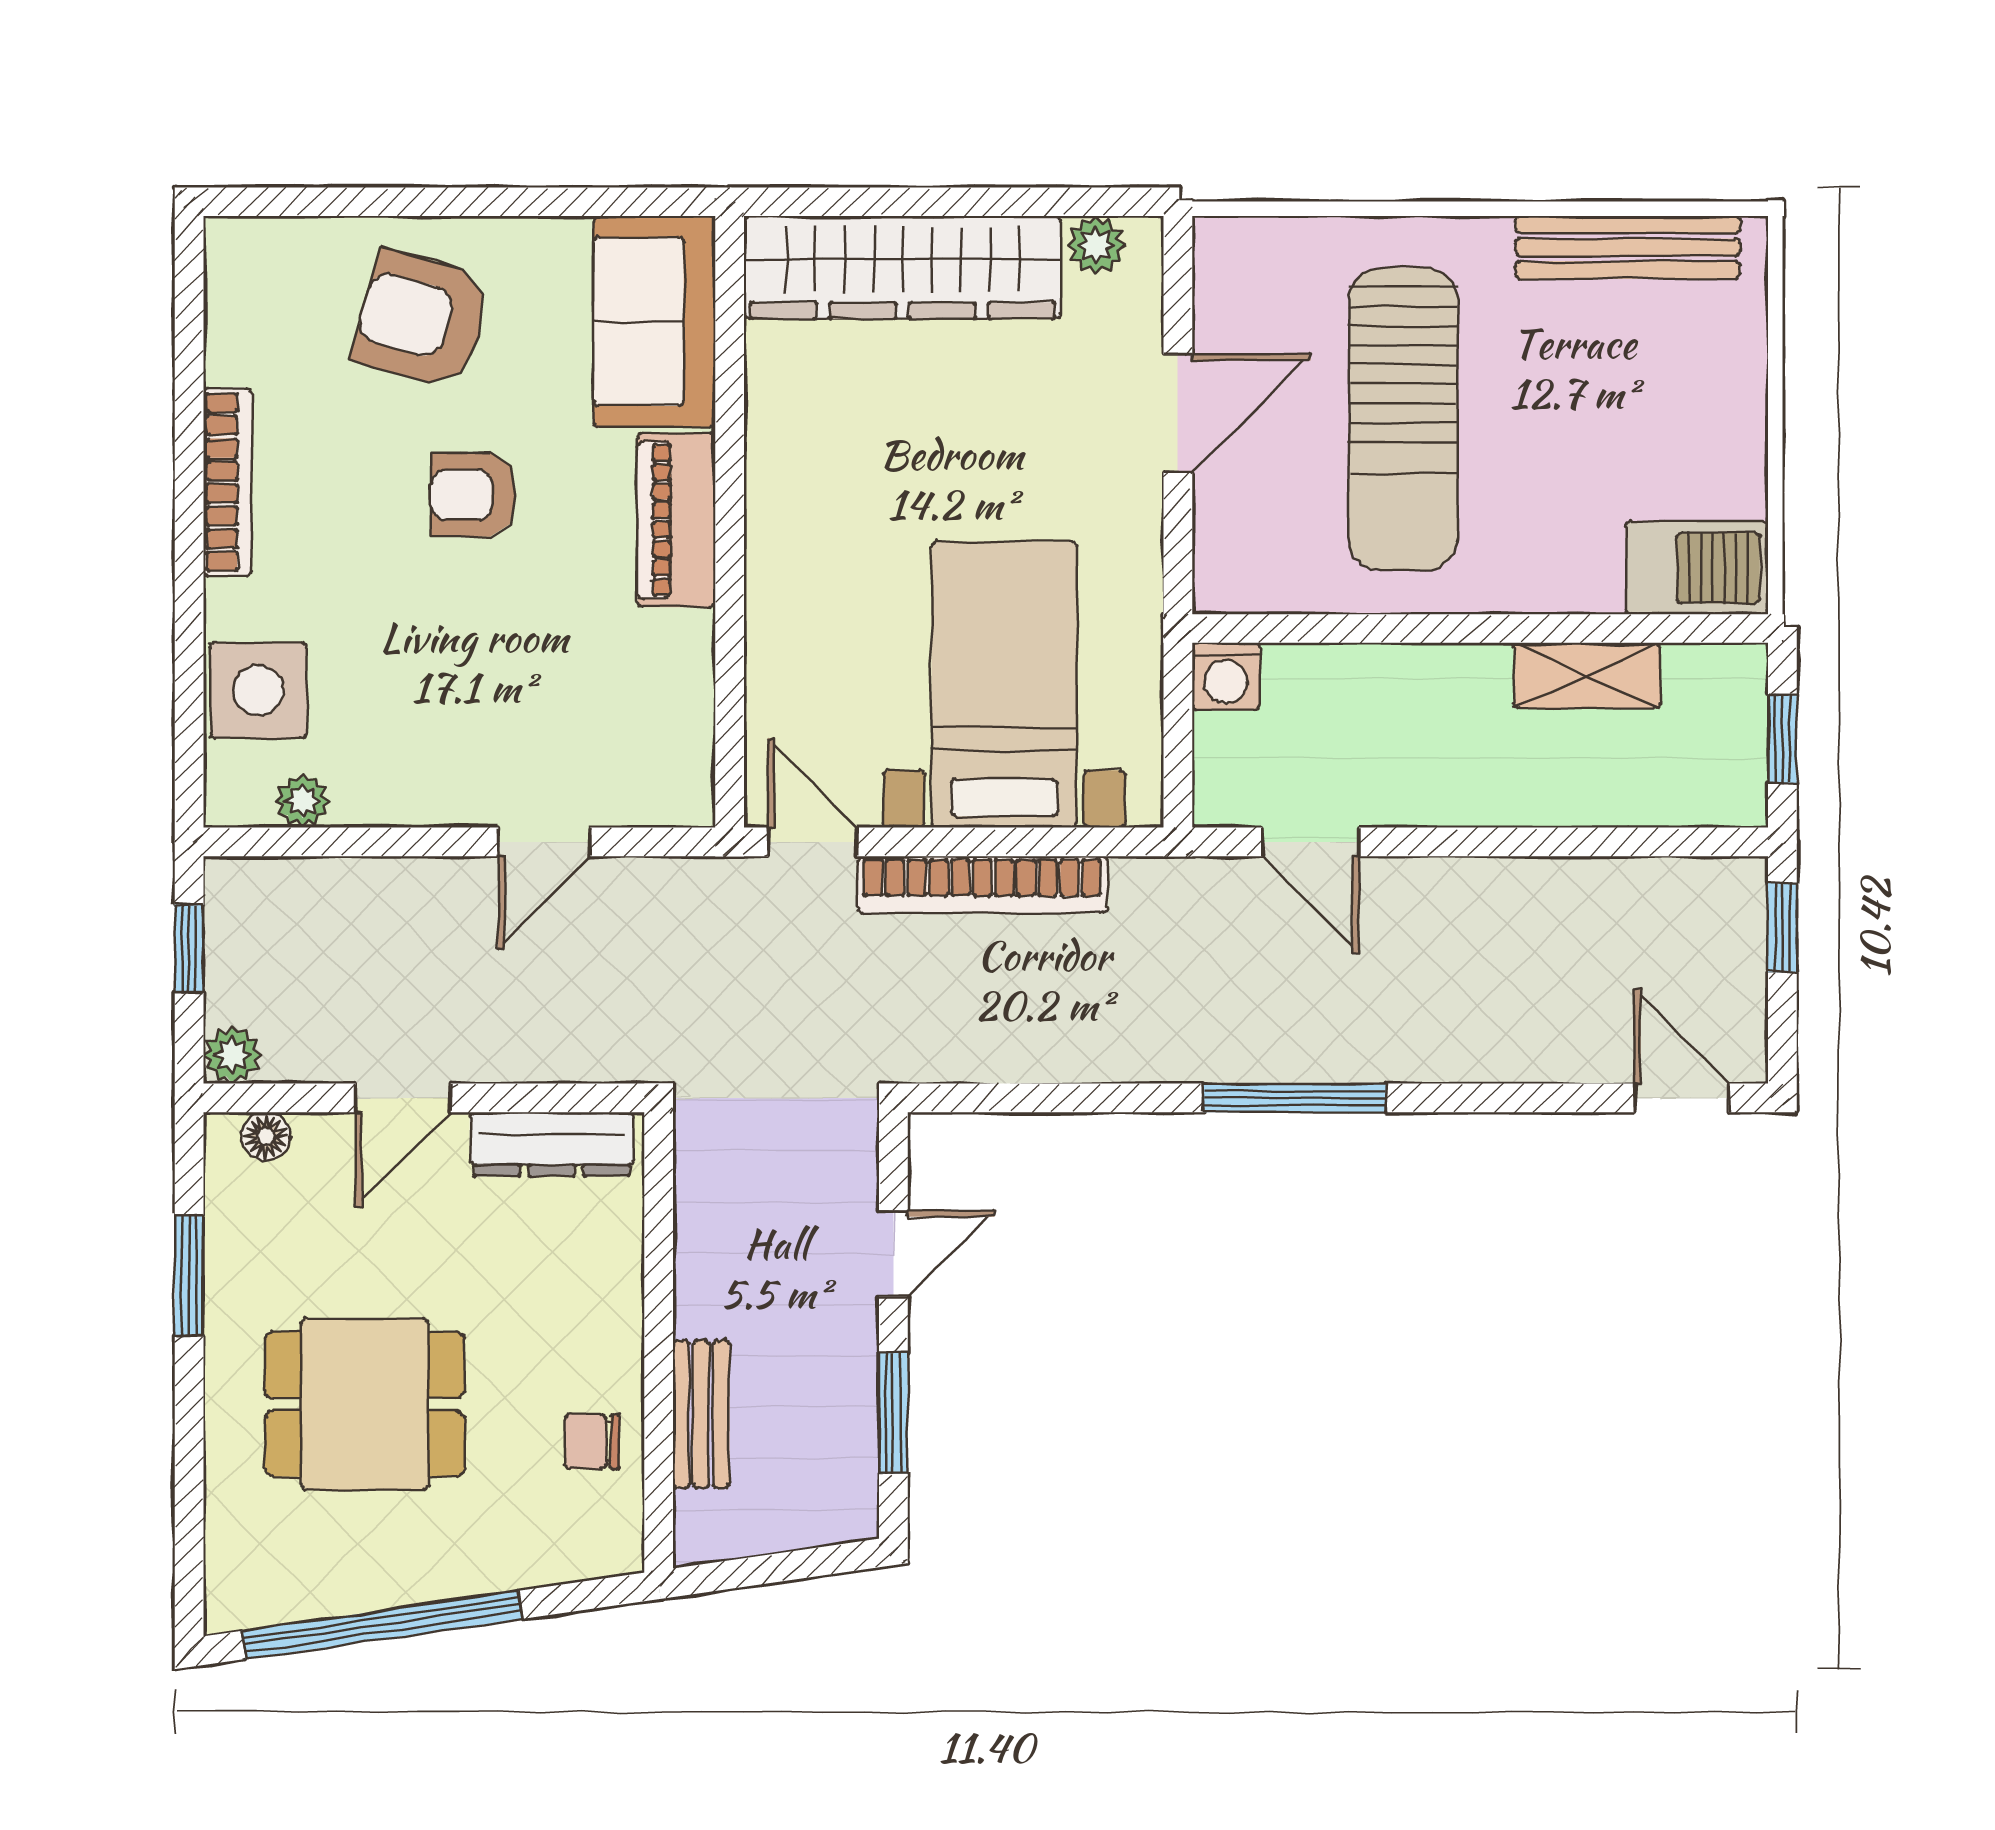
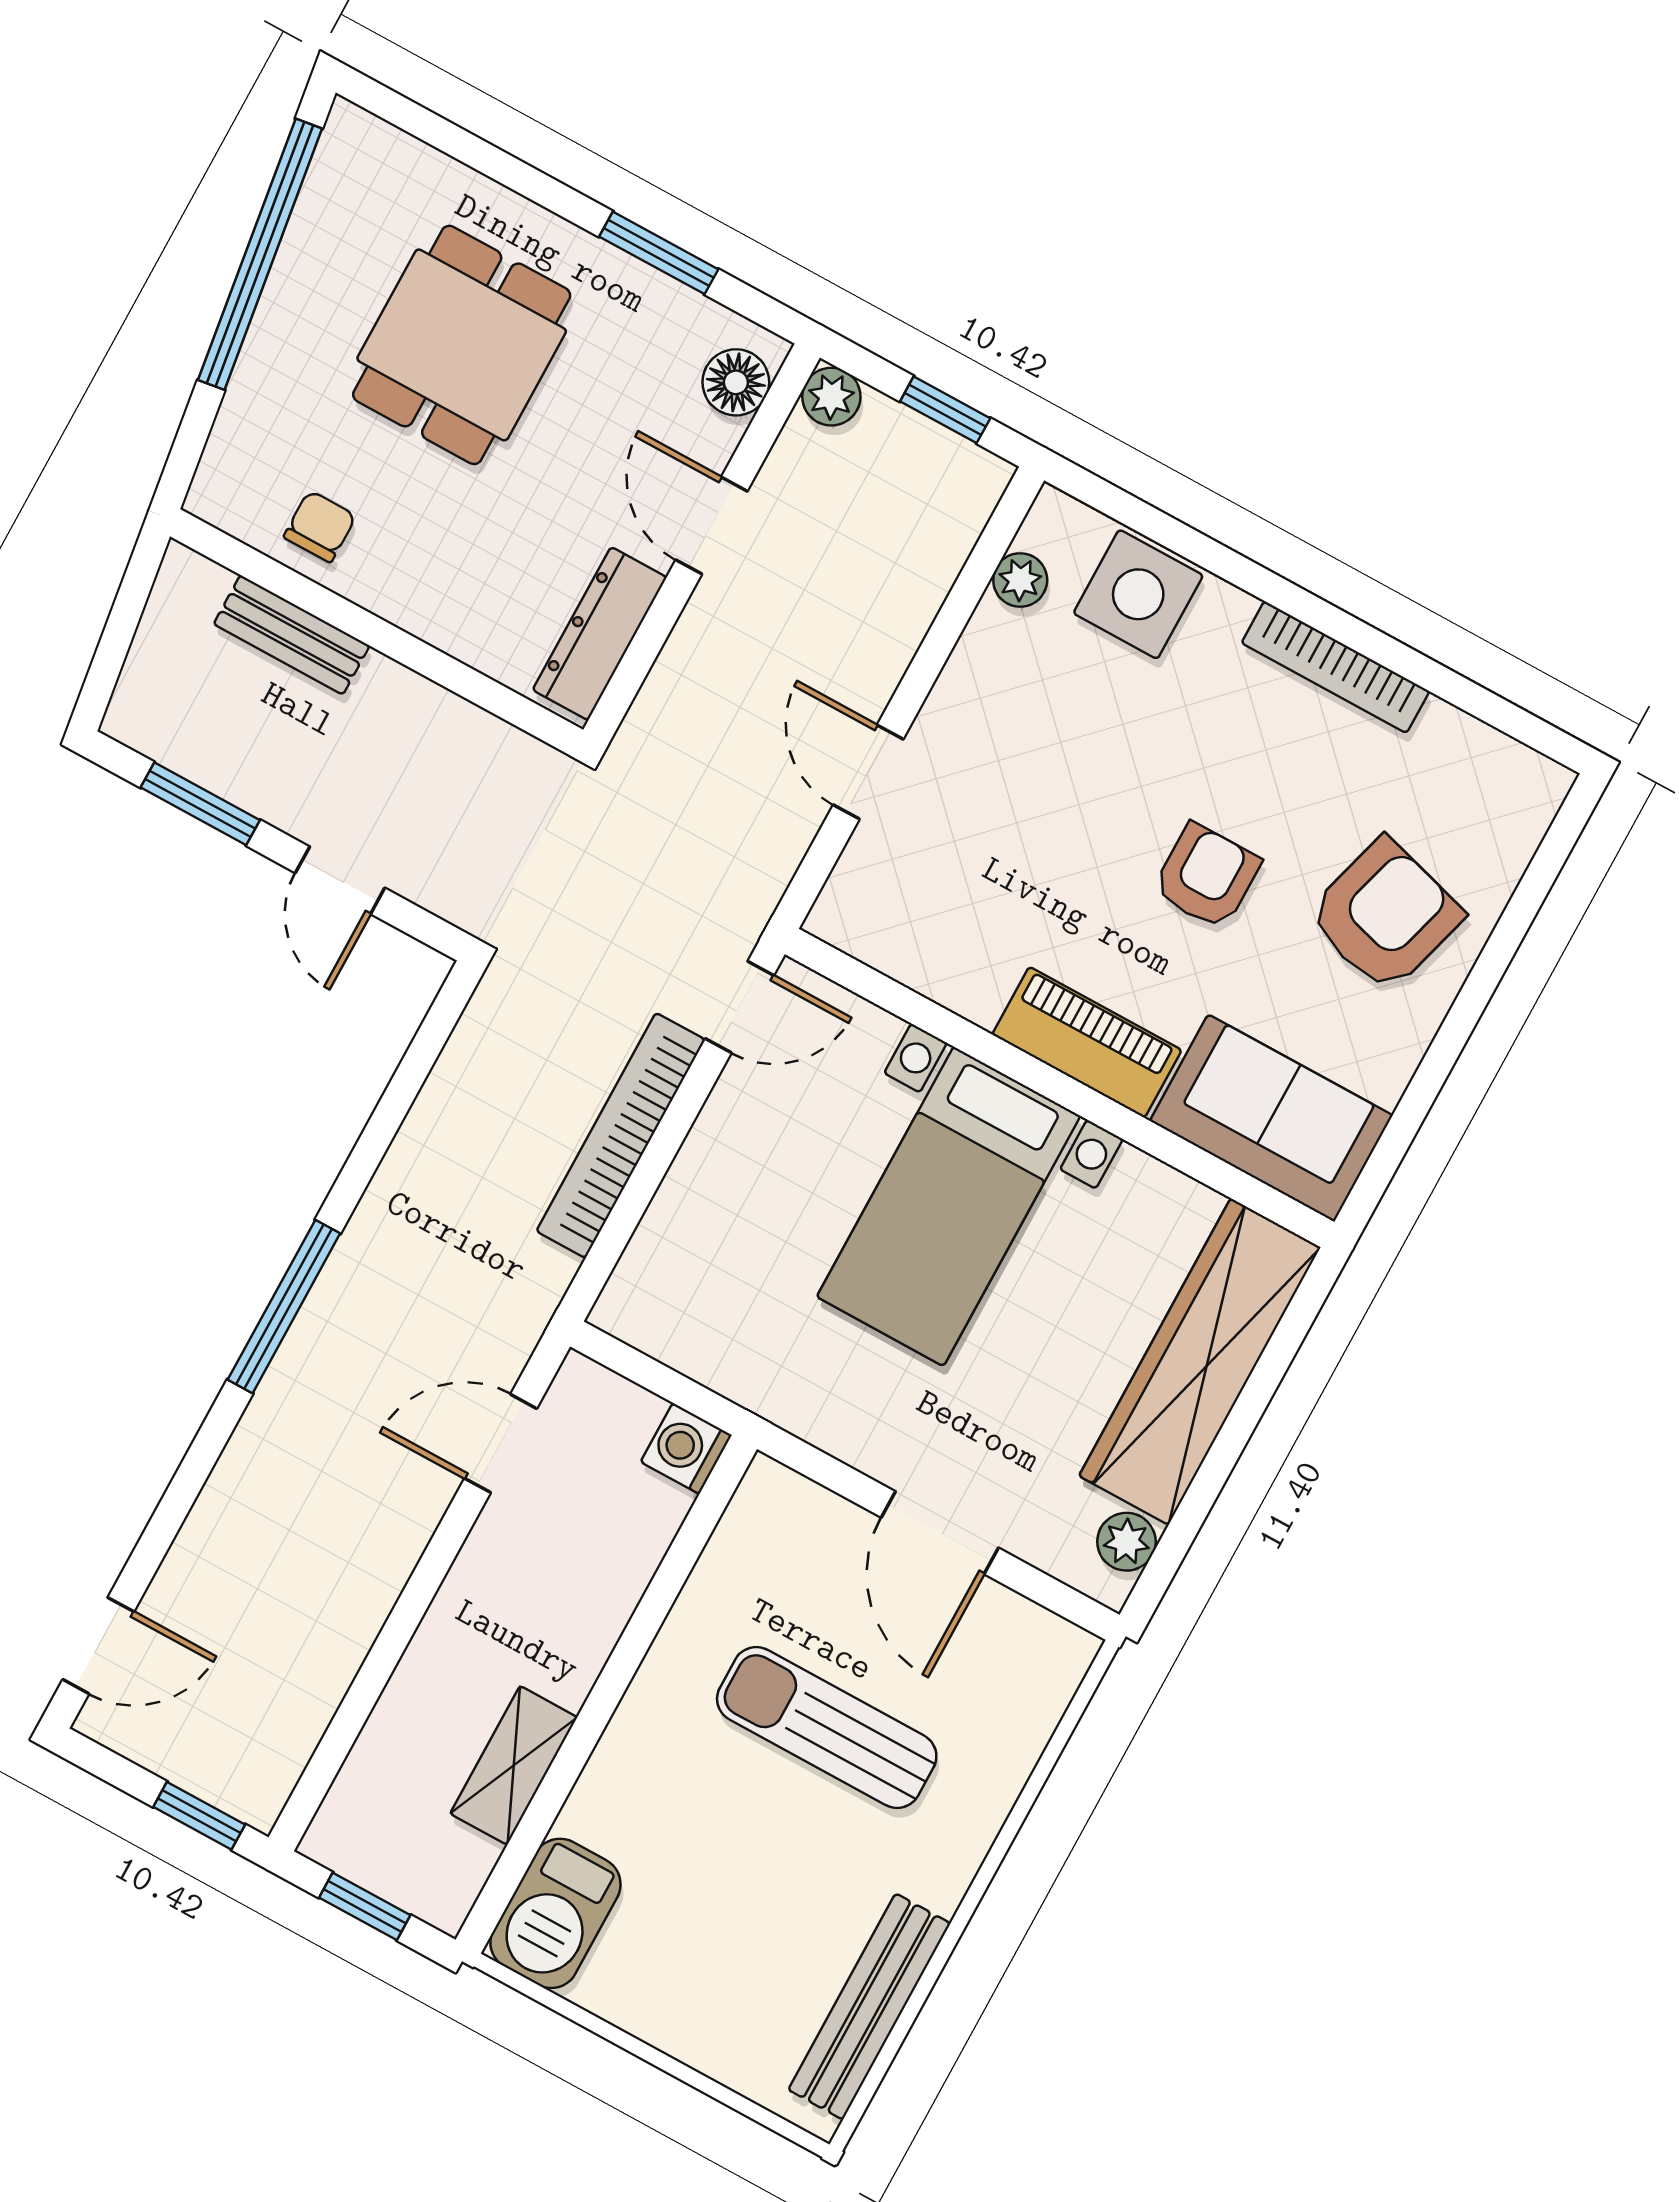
sun lounger: (1403, 419) -> (827, 1728), width x0.73, depth x0.75
bed with nightstands: (1004, 685) -> (949, 1206), moved, turned 90
floor lamp: (266, 1136) -> (736, 382), width x1.37, depth x1.37

